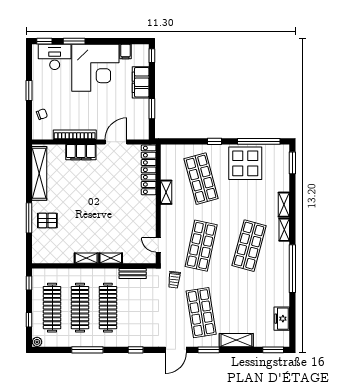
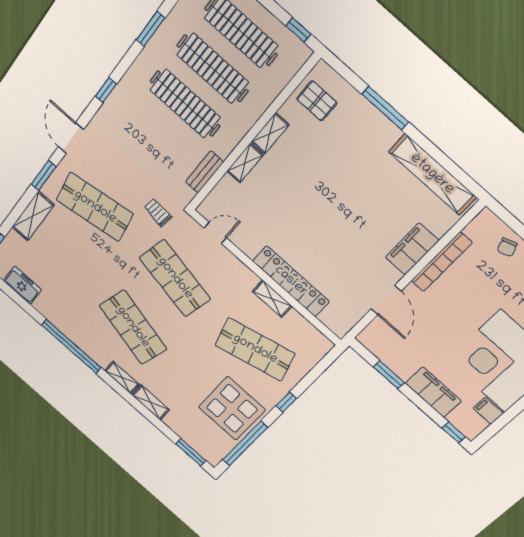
locker: (149, 170) -> (291, 281), moved
pallet: (47, 220) -> (317, 101), moved, turned 90
window: (87, 350) -> (151, 29), width x0.69

